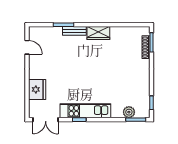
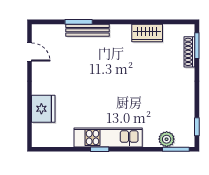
bench: (74, 31) -> (88, 30), width x1.36
wardrobe: (98, 33) -> (147, 33), moved
double door: (46, 120) -> (54, 149), removed

